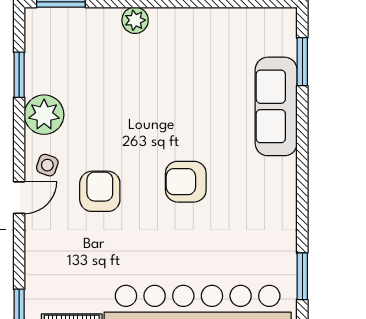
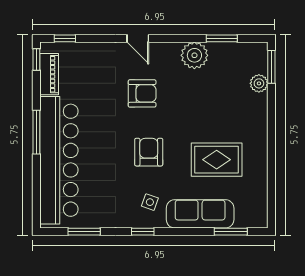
plant: (135, 20) -> (259, 83), moved
rug: (197, 82) -> (217, 160), added
side table: (47, 165) -> (150, 202), moved
window: (302, 190) -> (143, 232), added

